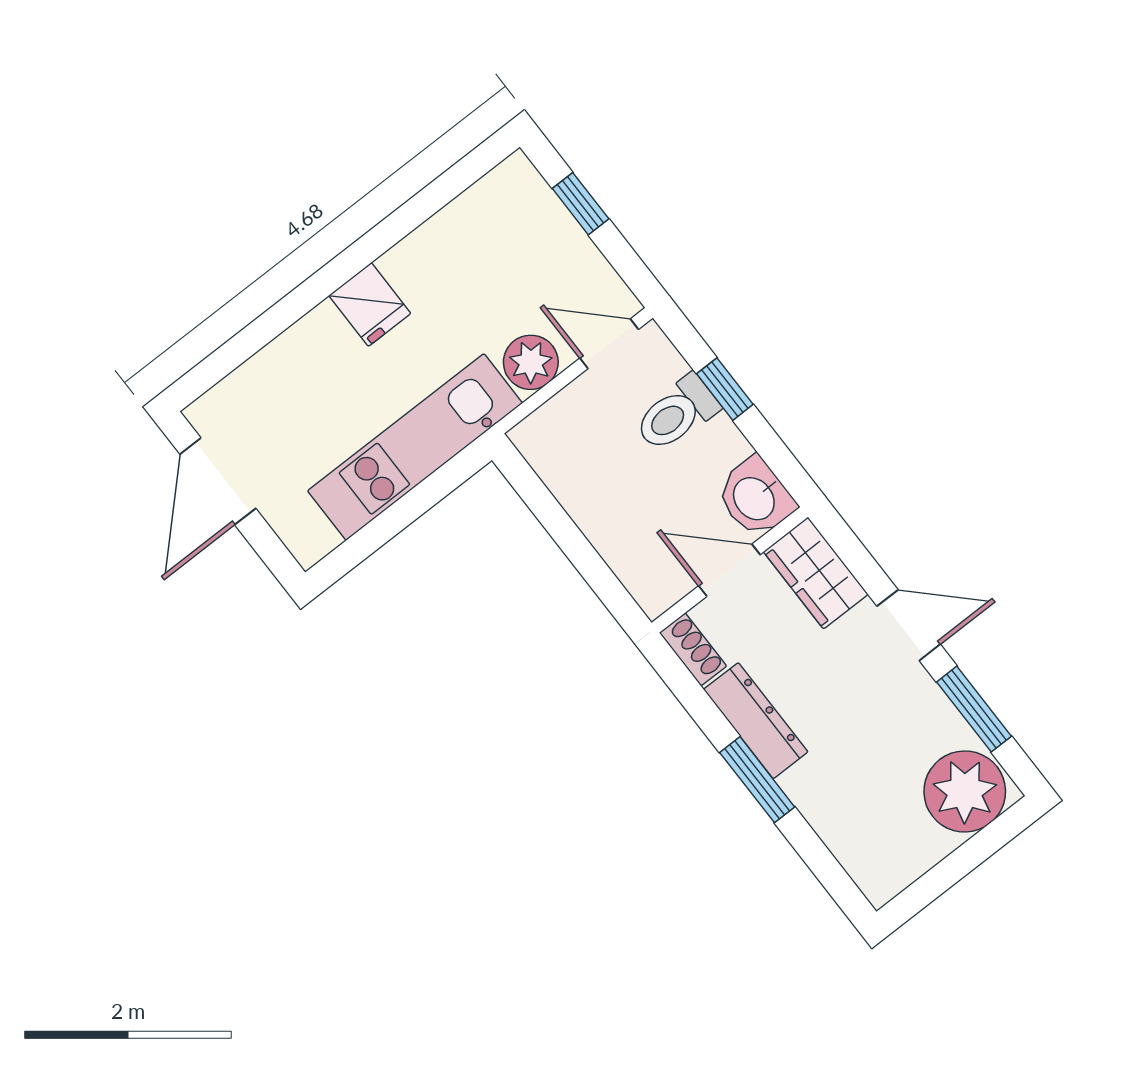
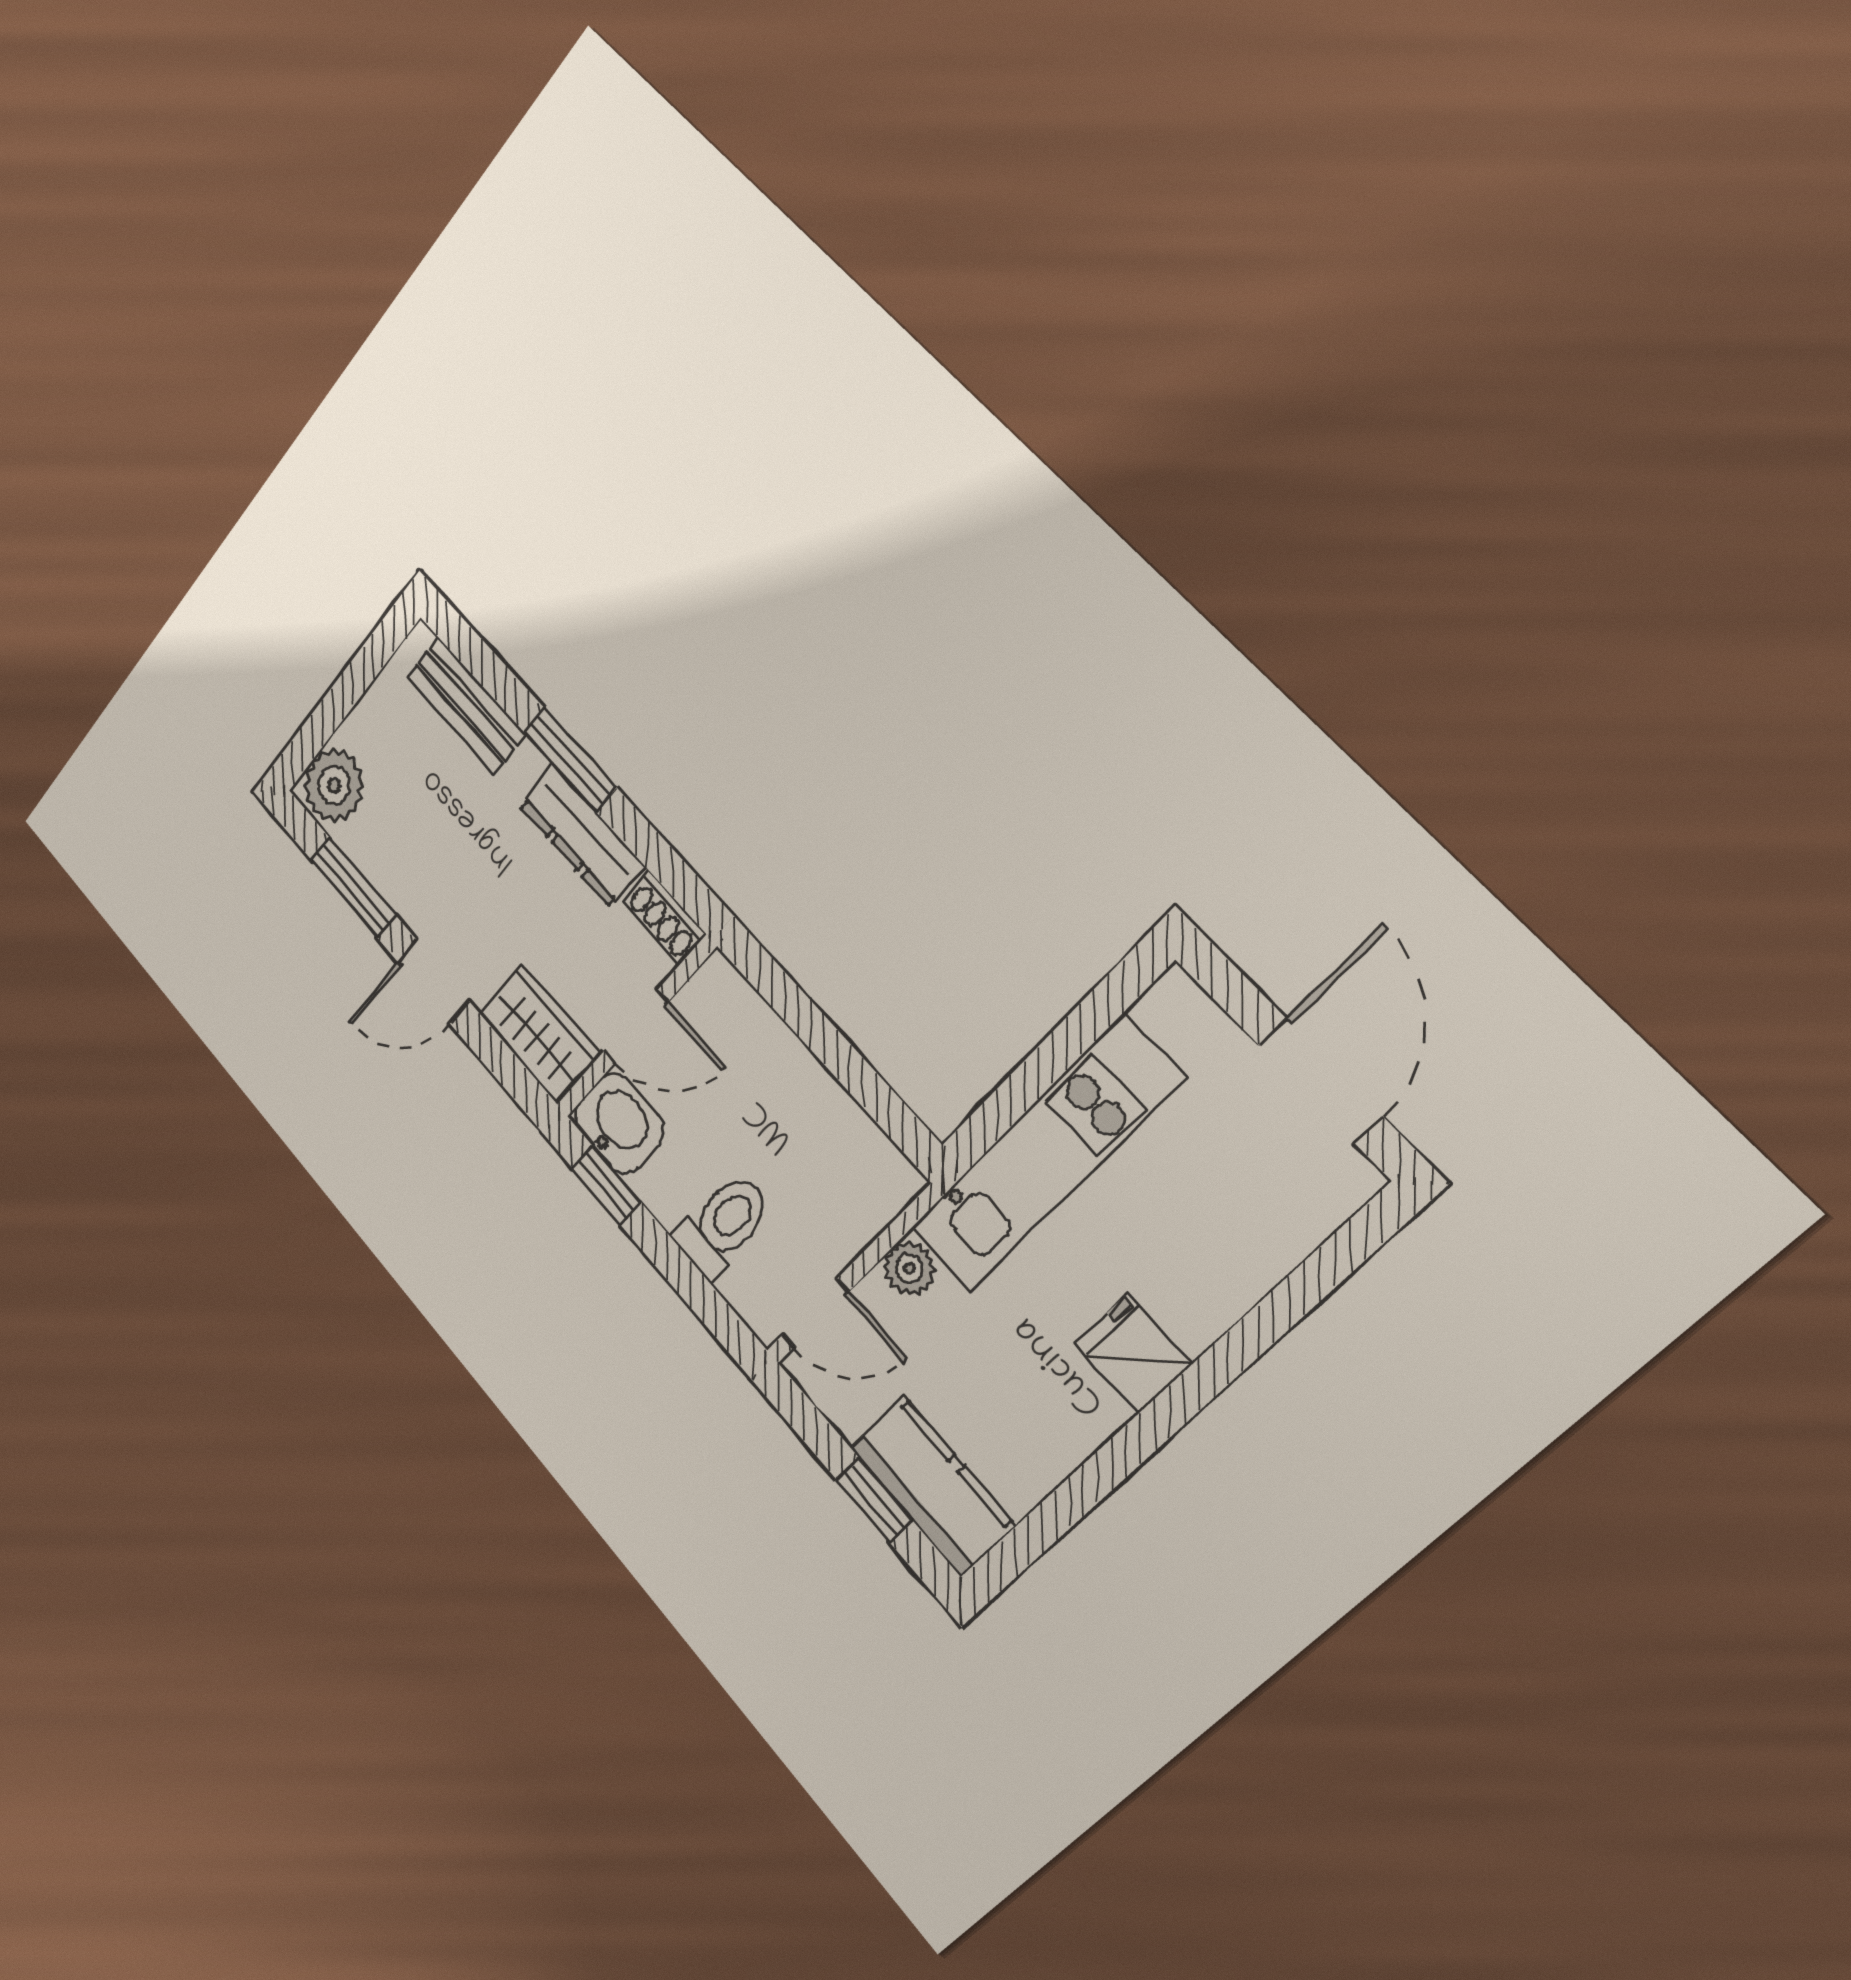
kitchen counter: (533, 213) -> (932, 1486), added
plant: (531, 362) -> (909, 1268), width x0.73, depth x0.73
window: (725, 389) -> (607, 1185), moved
plant: (965, 791) -> (334, 785), width x0.73, depth x0.73
bench: (845, 836) -> (466, 705), added

